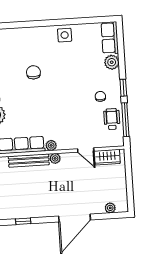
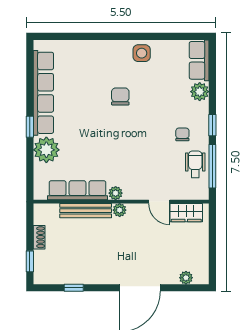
chair: (33, 72) -> (120, 96), moved

